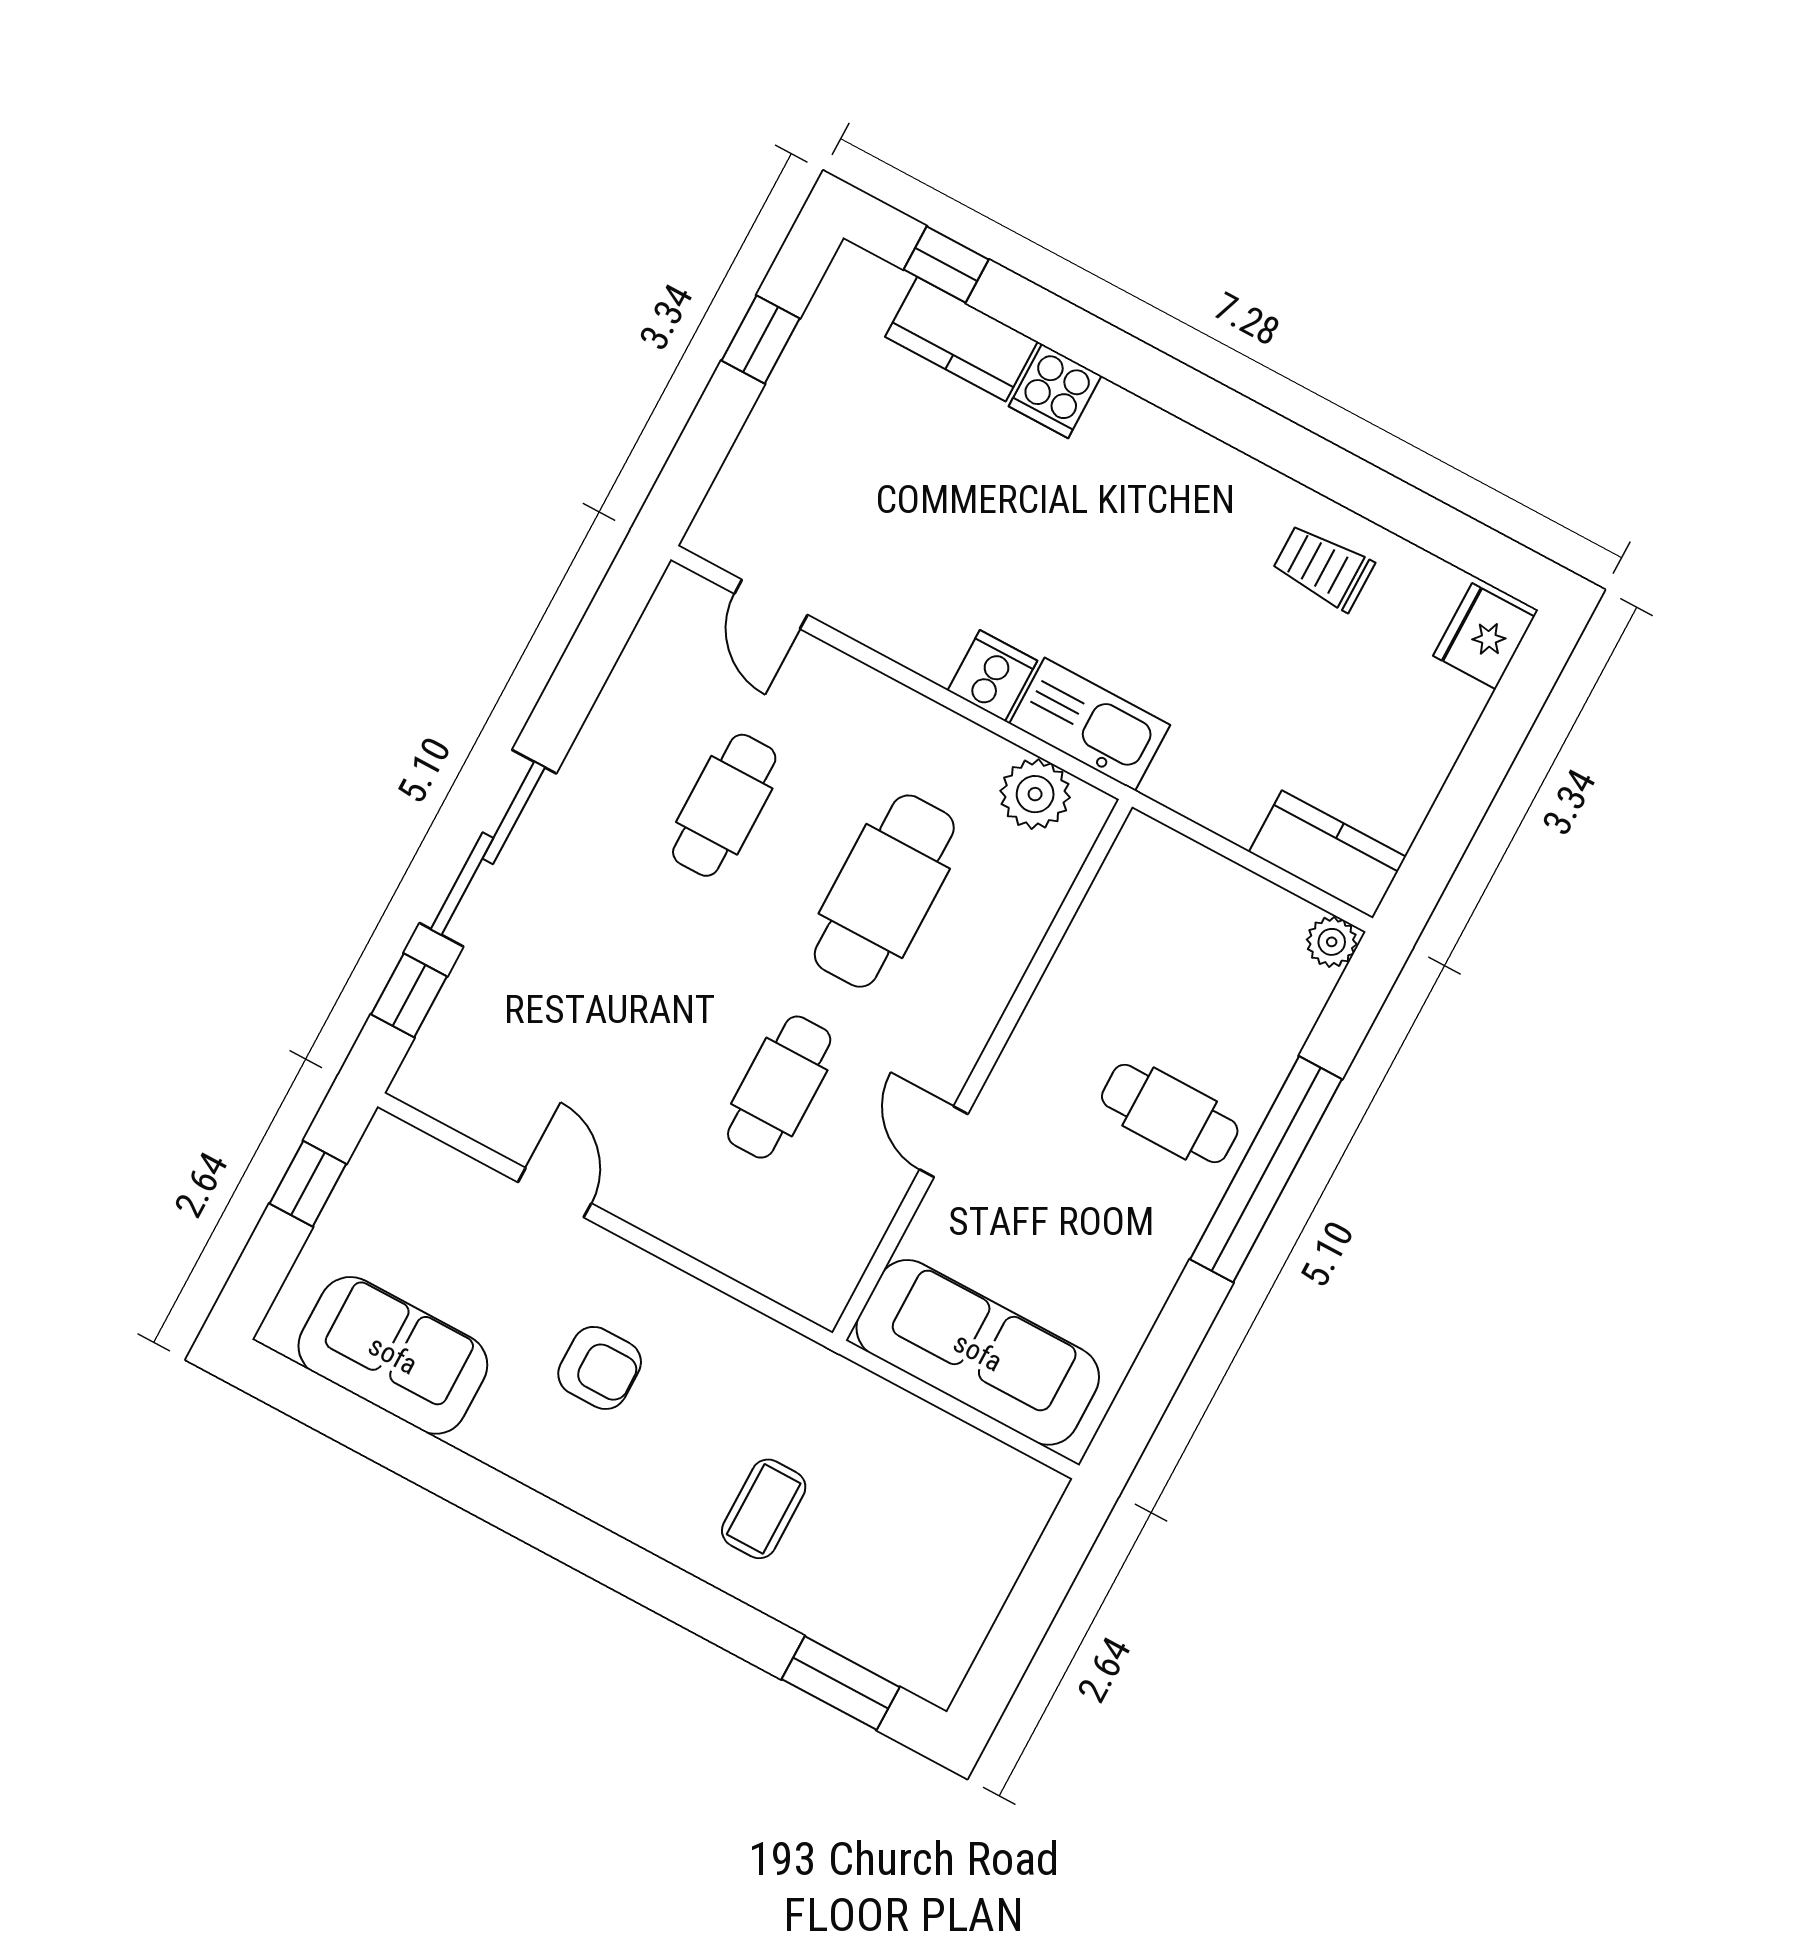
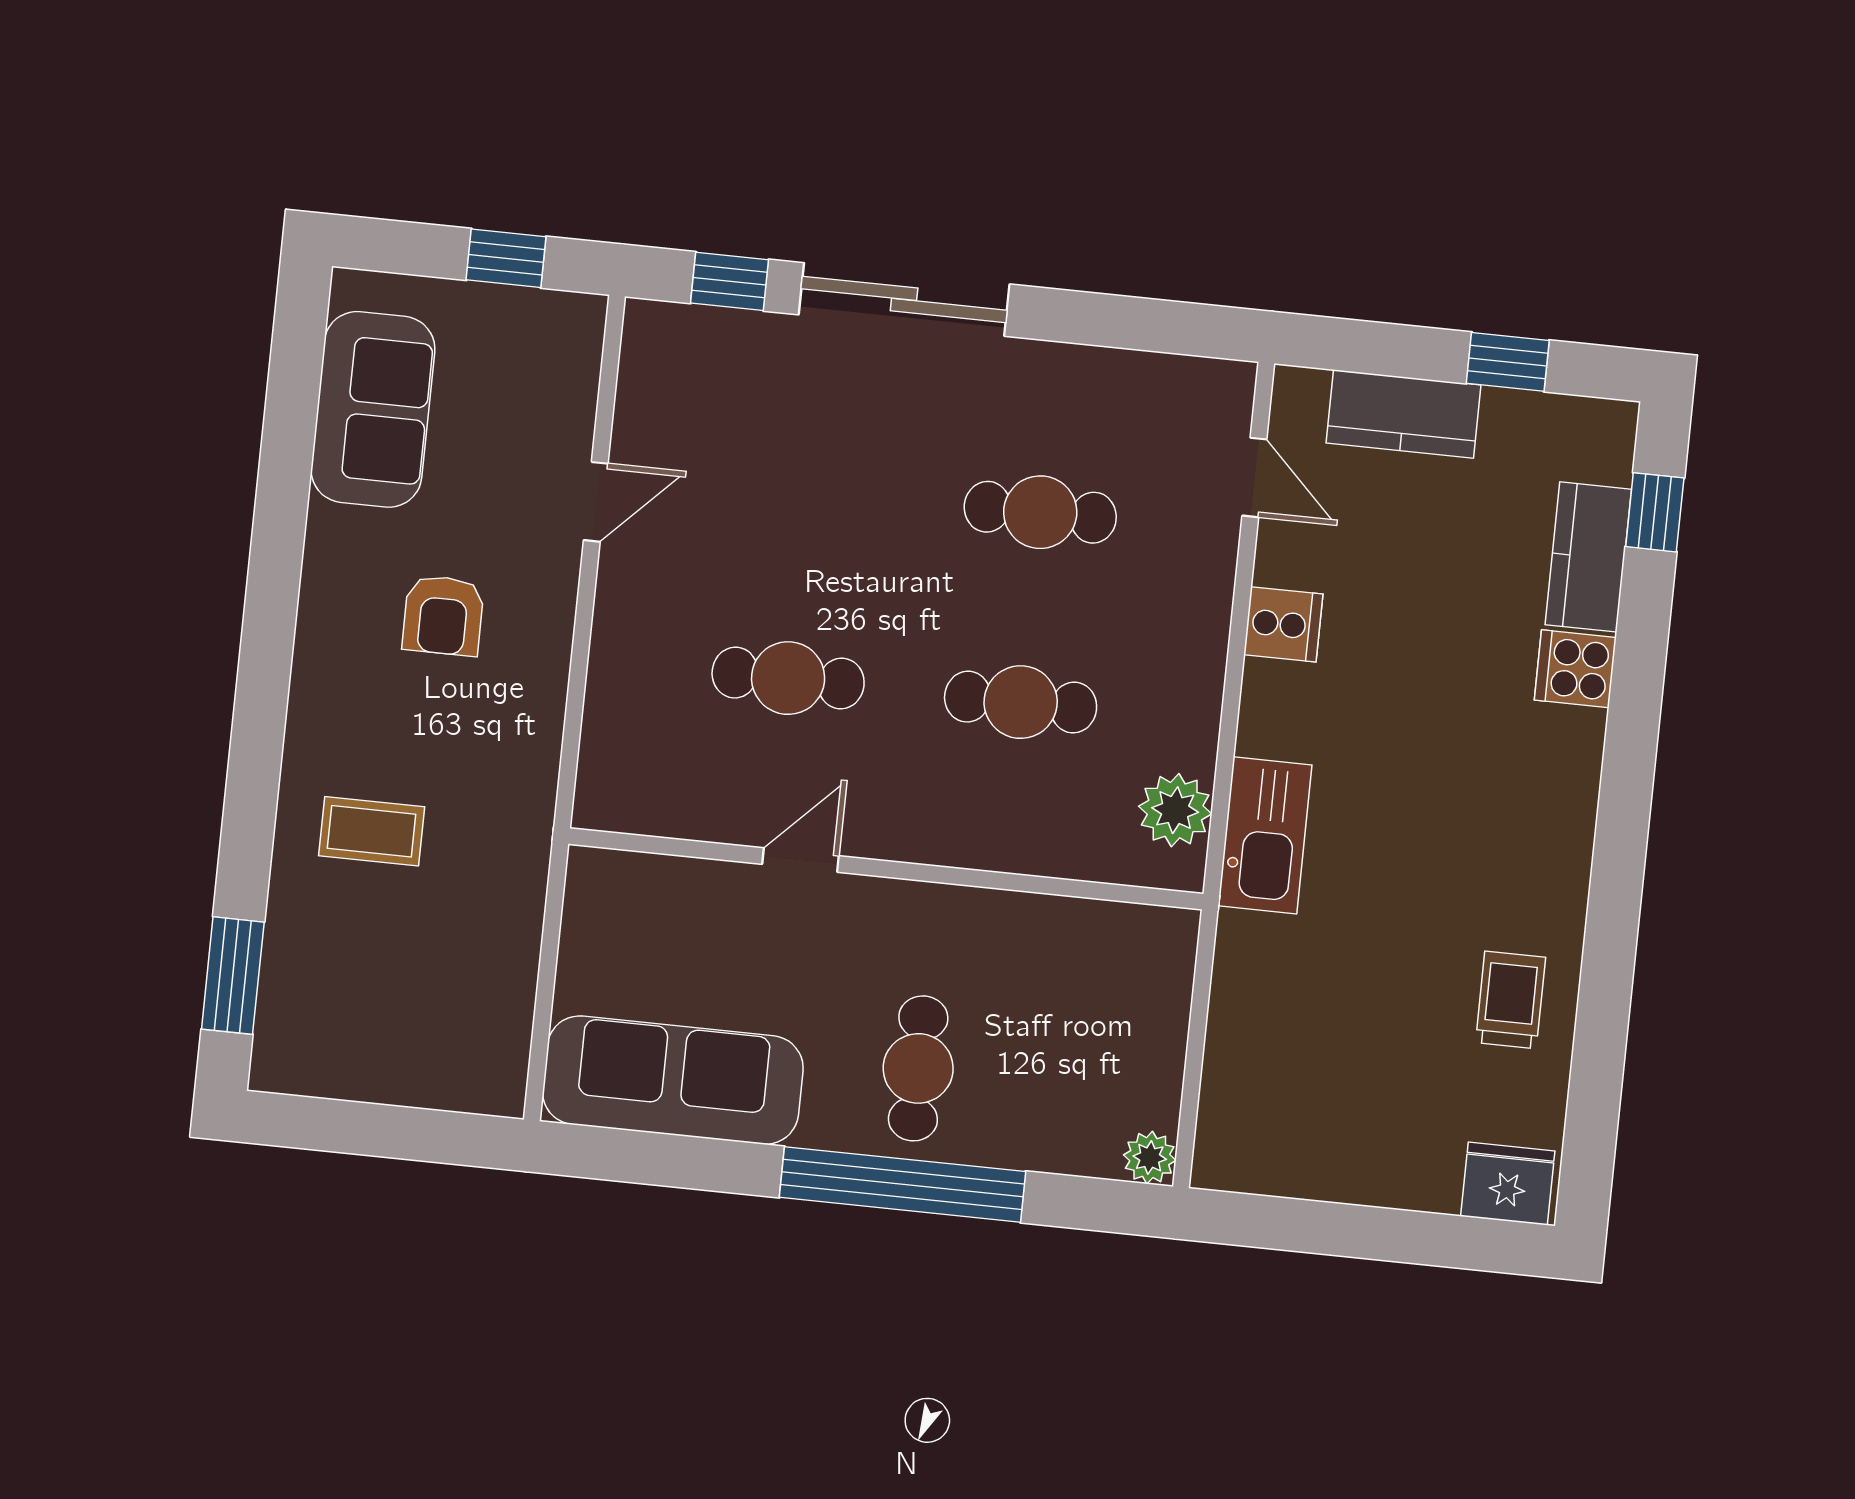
door: (771, 604) -> (1254, 477), swing flipped
cooker: (992, 676) -> (1283, 624), moved
kitchen counter: (1327, 854) -> (1403, 414), moved, turned 90
cafe table: (884, 891) -> (1021, 702), width x0.73, depth x0.74
sofa: (978, 1352) -> (673, 1080), moved, turned -90

